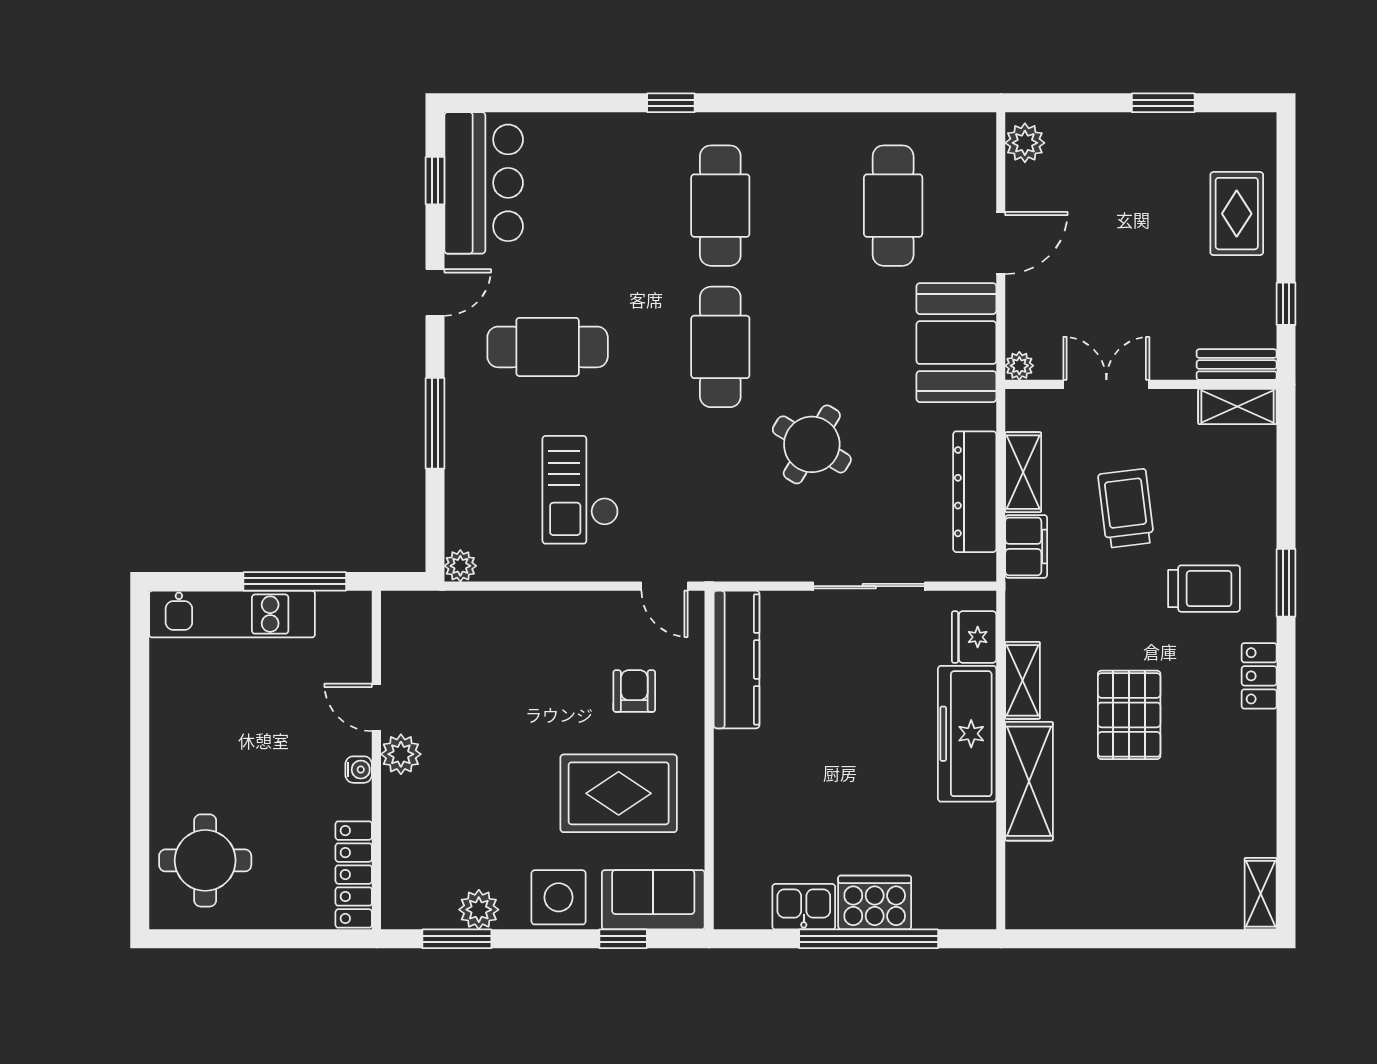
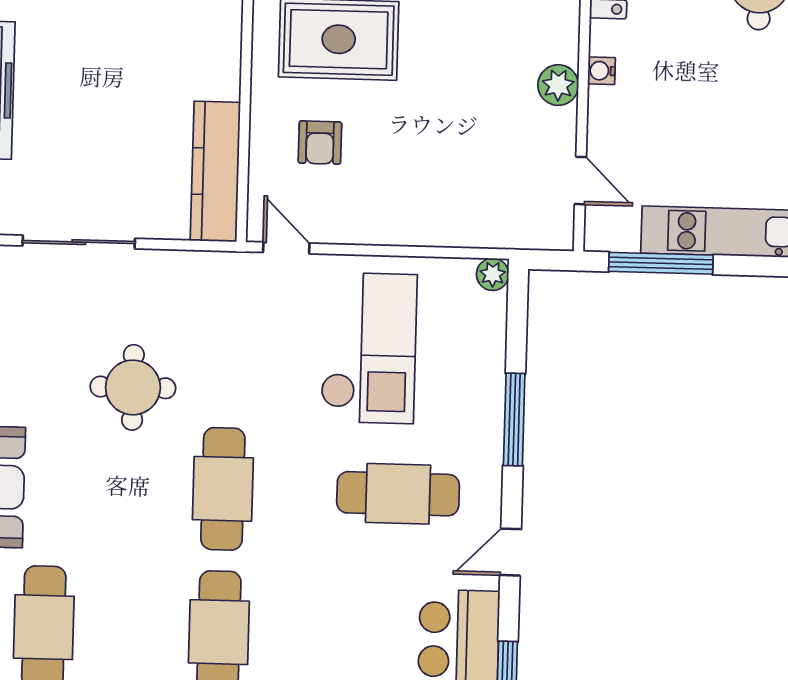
round table: (812, 444) -> (133, 387), turned -31
checkout: (580, 490) -> (369, 348), width x1.36, depth x1.21
door: (376, 707) -> (580, 181), moved

